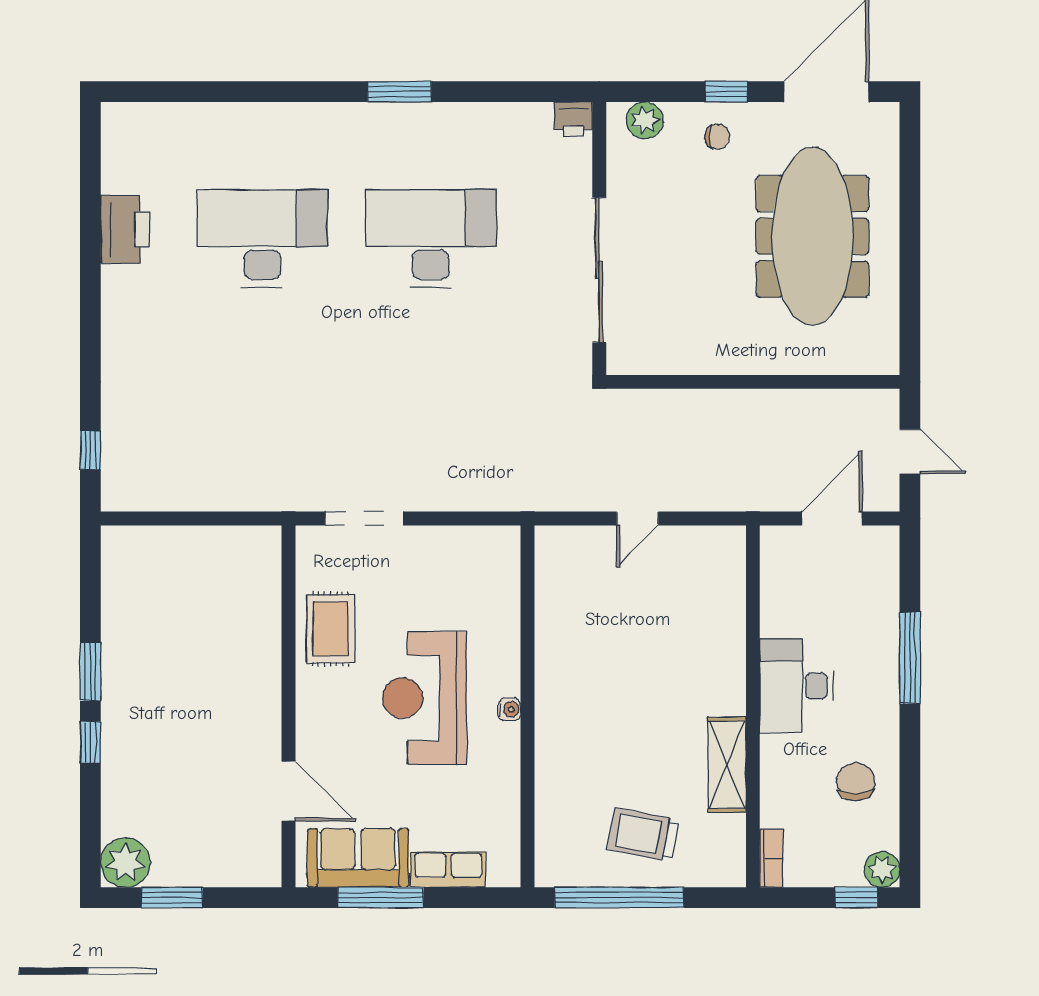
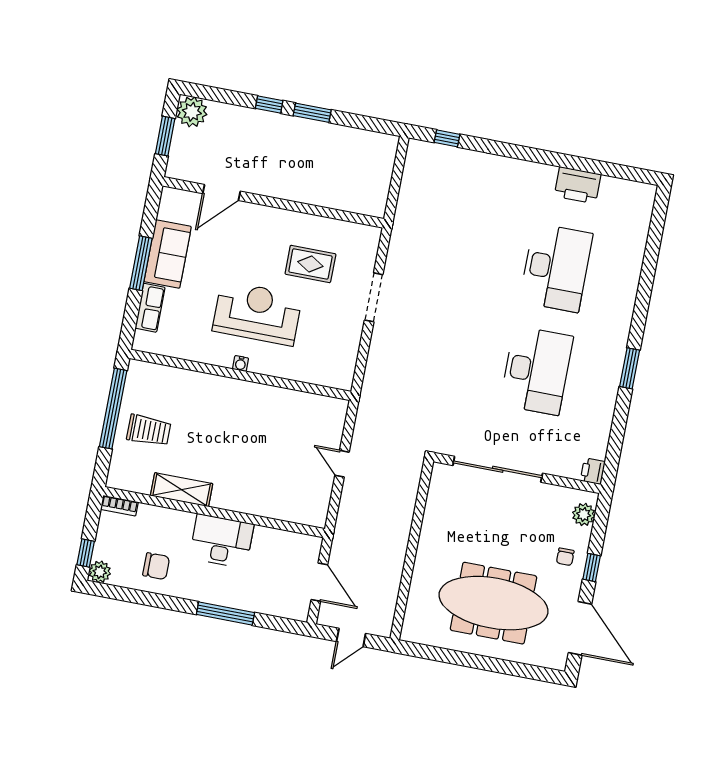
wall: (288, 706) -> (273, 202), moved
door: (288, 791) -> (222, 192), moved
trolley: (643, 835) -> (149, 430), turned 79

